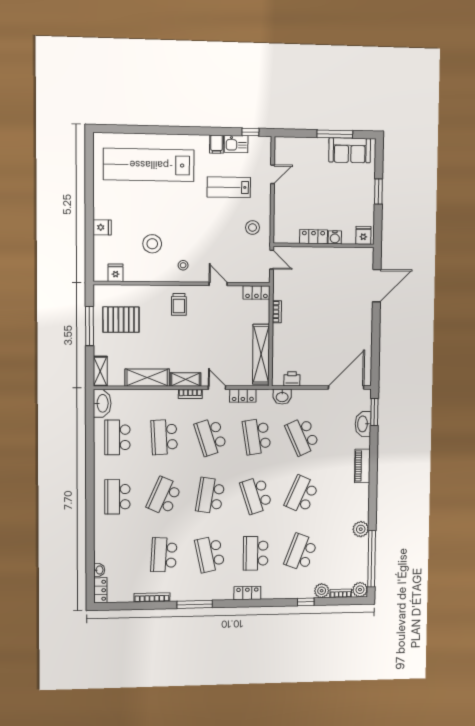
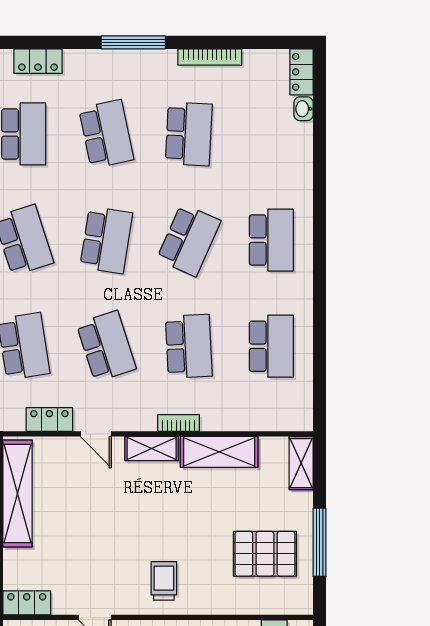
bookcase: (190, 394) -> (179, 423), moved
washbasin: (102, 403) -> (298, 407), removed

